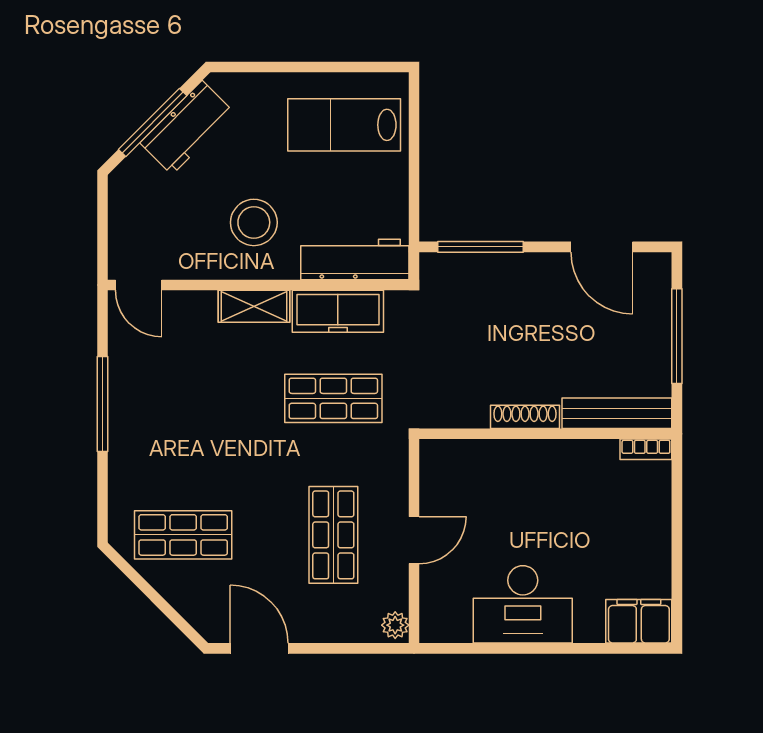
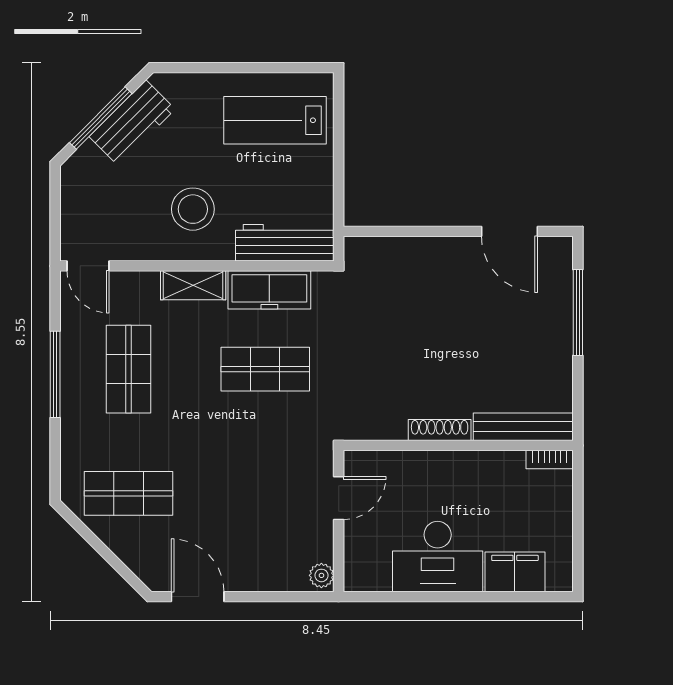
window: (481, 247) -> (399, 231), removed
bench: (617, 413) -> (523, 427), moved
shoe rack: (525, 417) -> (440, 430), moved
wall: (545, 434) -> (458, 445), moved
bookcase: (646, 449) -> (550, 460), moved
shop shelf: (333, 535) -> (129, 369), moved
filing cabinet: (639, 621) -> (515, 572), moved

